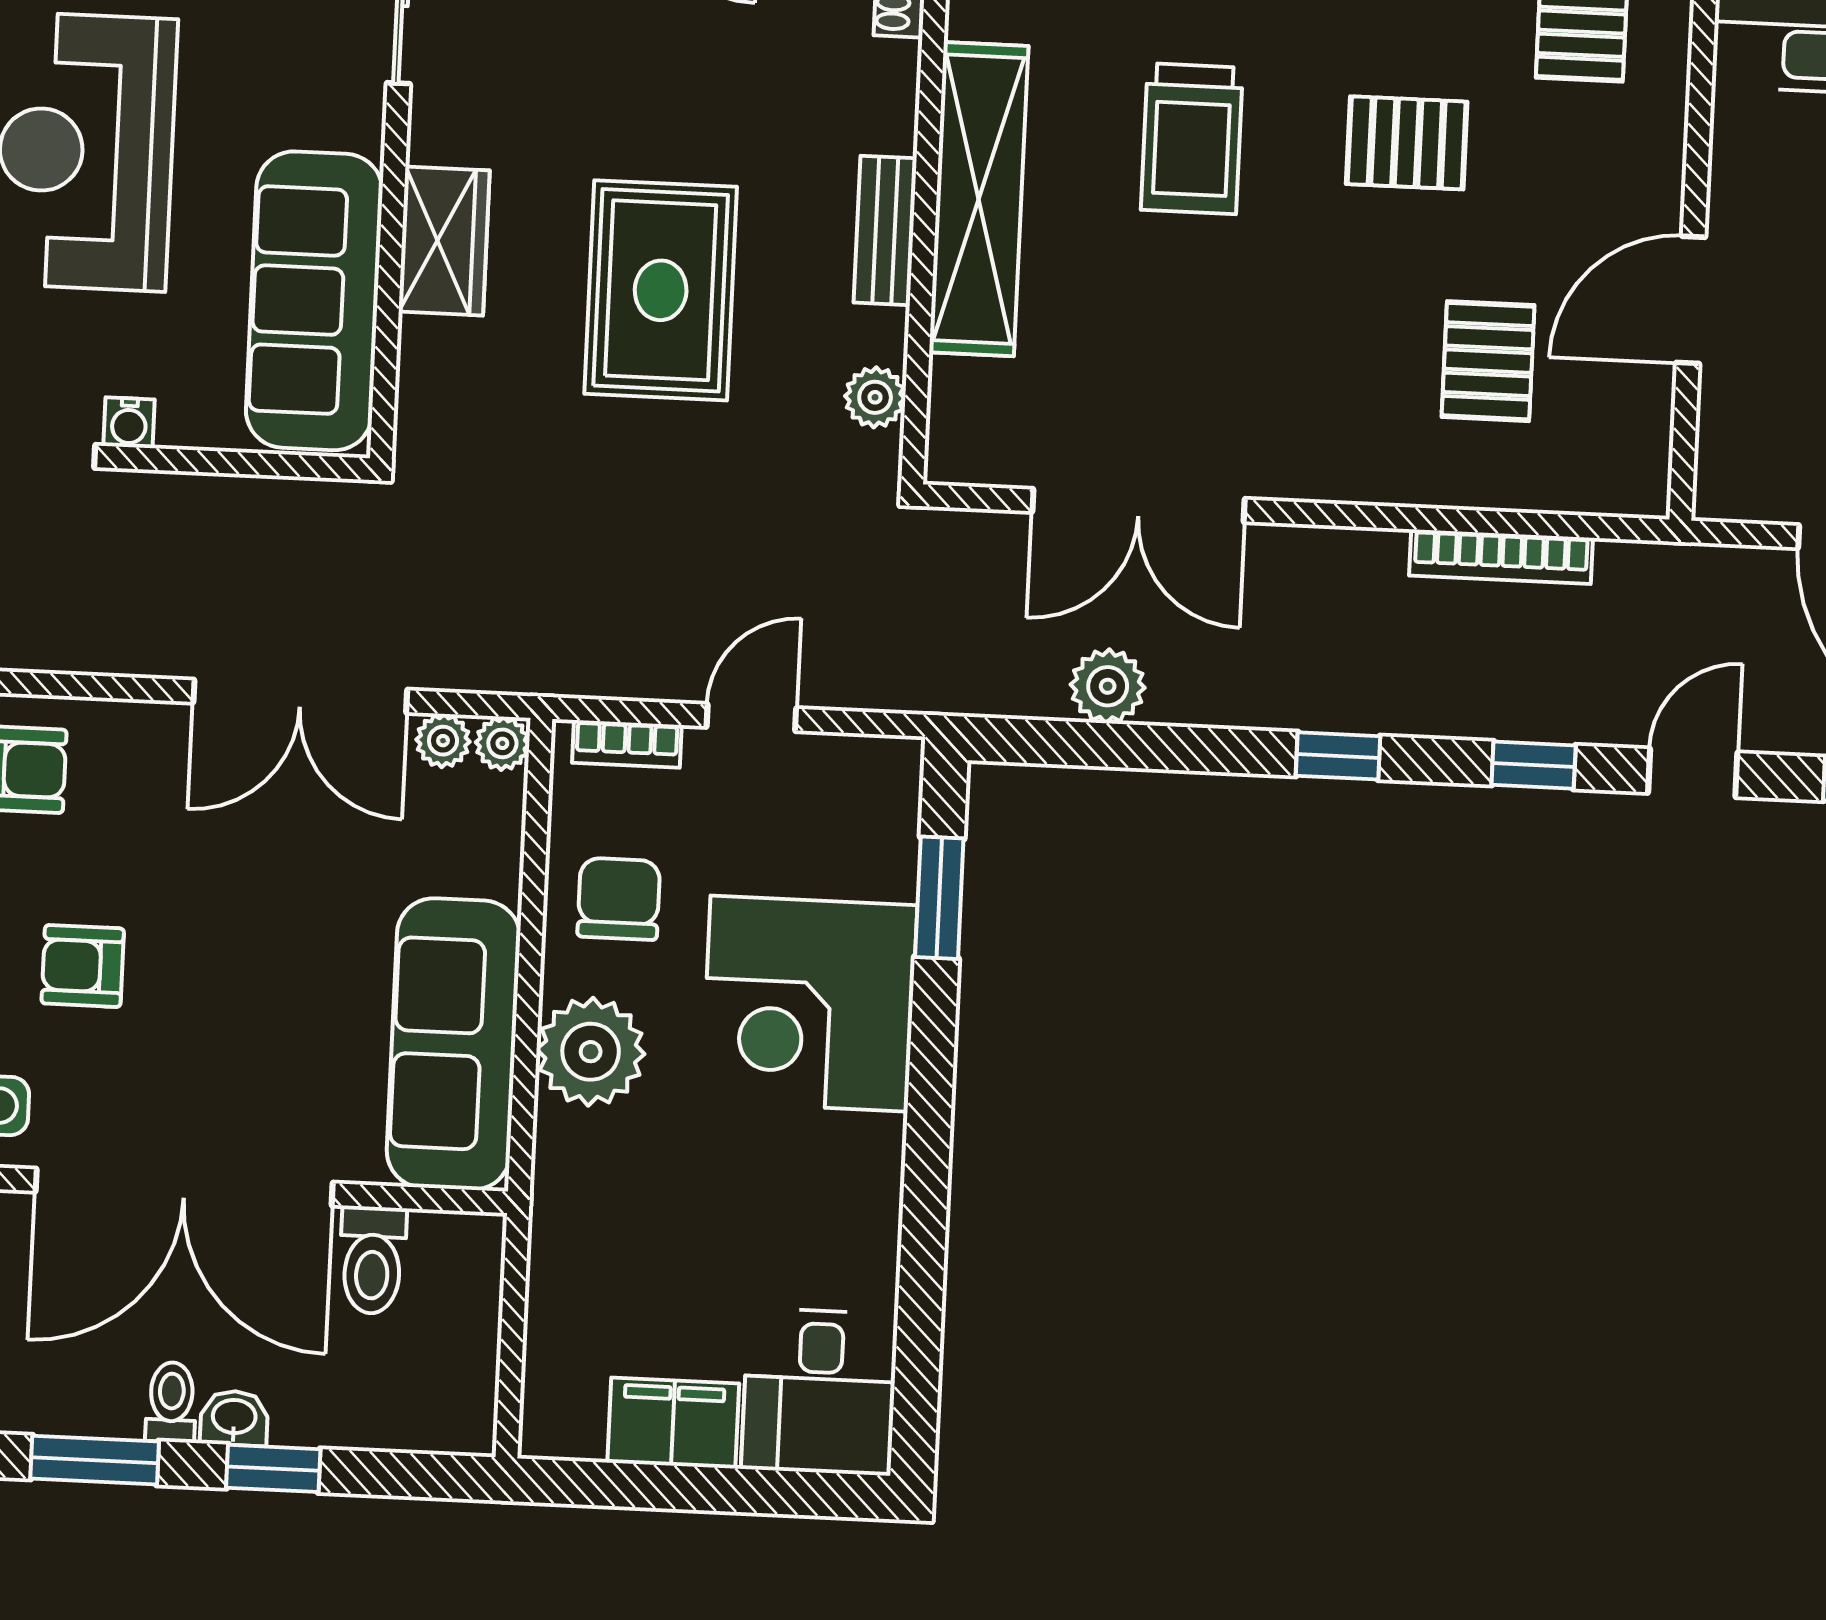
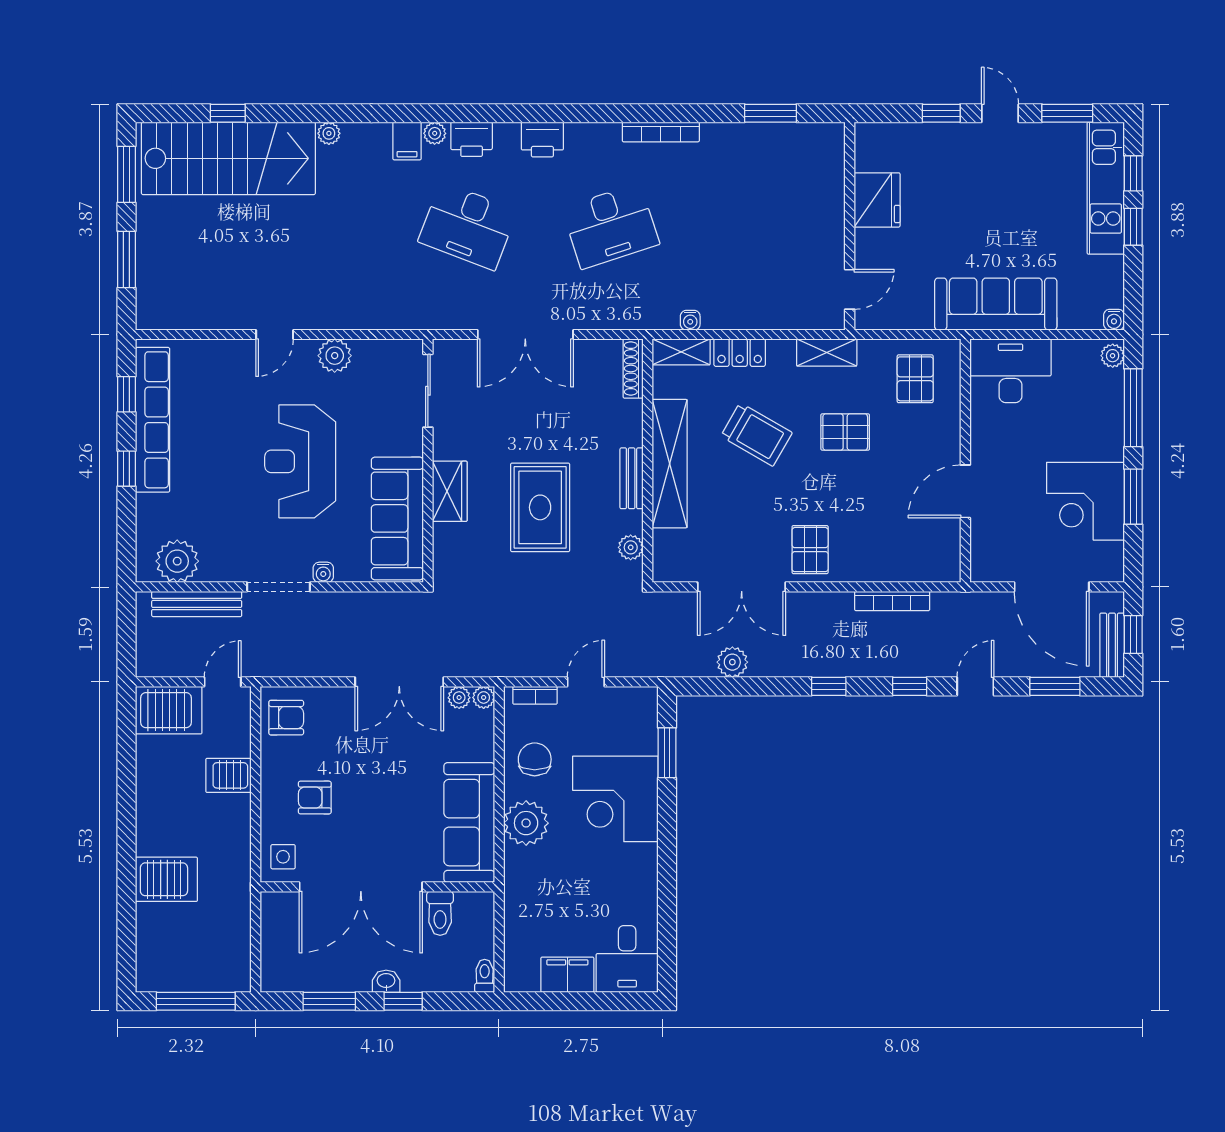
trolley: (1192, 139) -> (756, 434), turned -60
pallet: (1488, 361) -> (810, 550), moved
toilet: (171, 1402) -> (485, 976), moved

